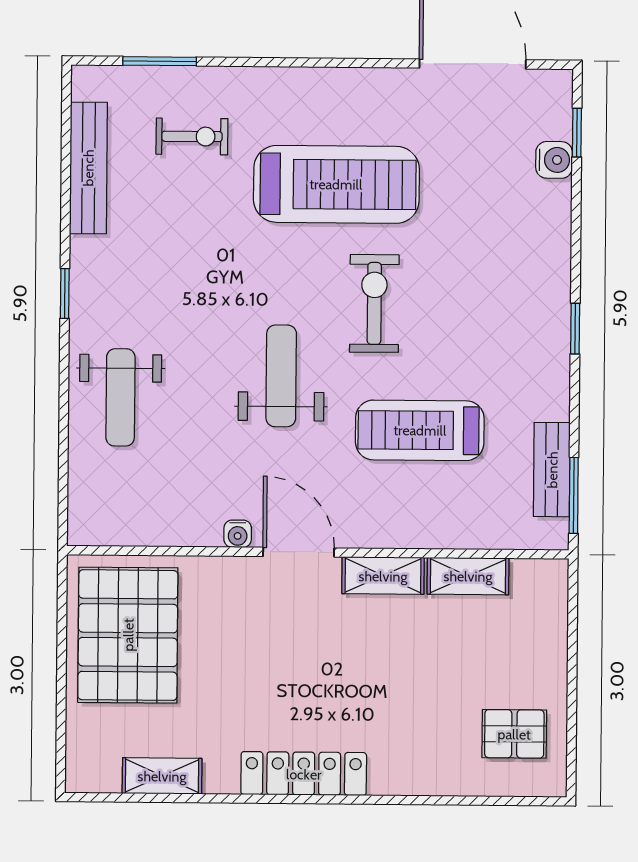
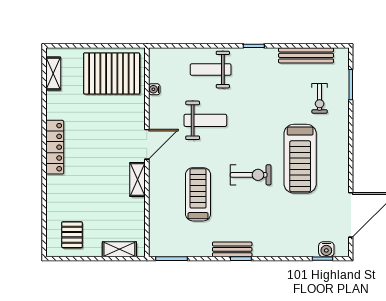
water cooler: (554, 160) -> (326, 249), moved
weight bench: (281, 376) -> (205, 120), moved
bench: (552, 470) -> (232, 249), moved
water cooler: (238, 534) -> (154, 89), moved
shelving: (468, 576) -> (119, 249), moved, turned 90
shelving: (162, 776) -> (53, 74), moved

